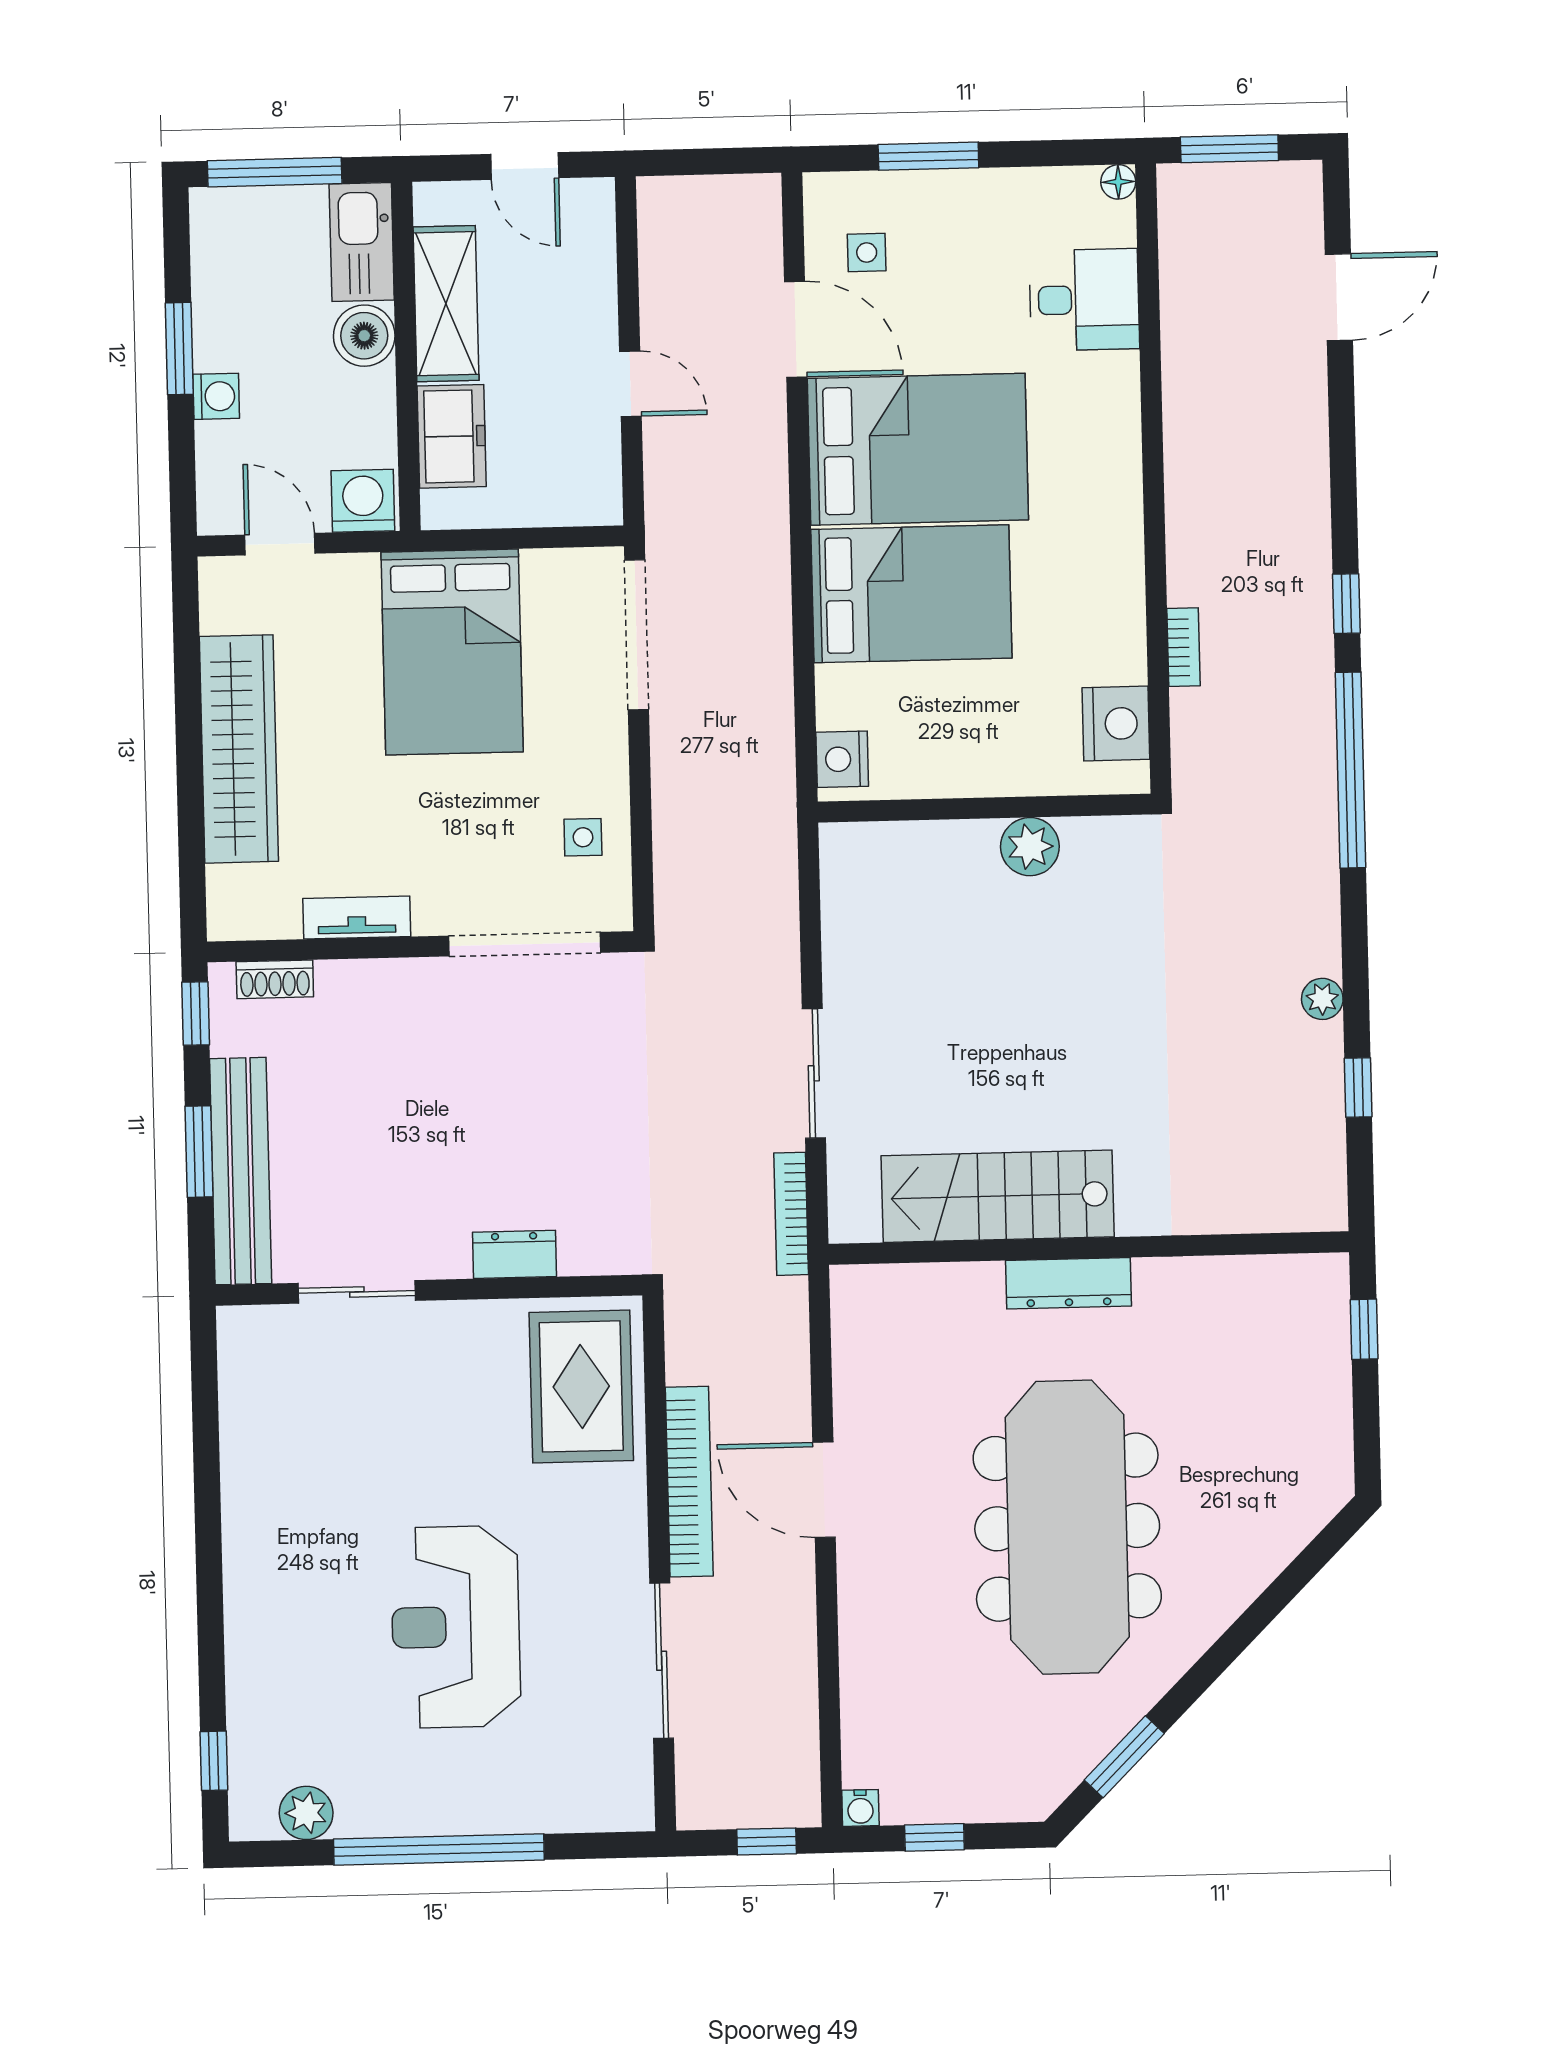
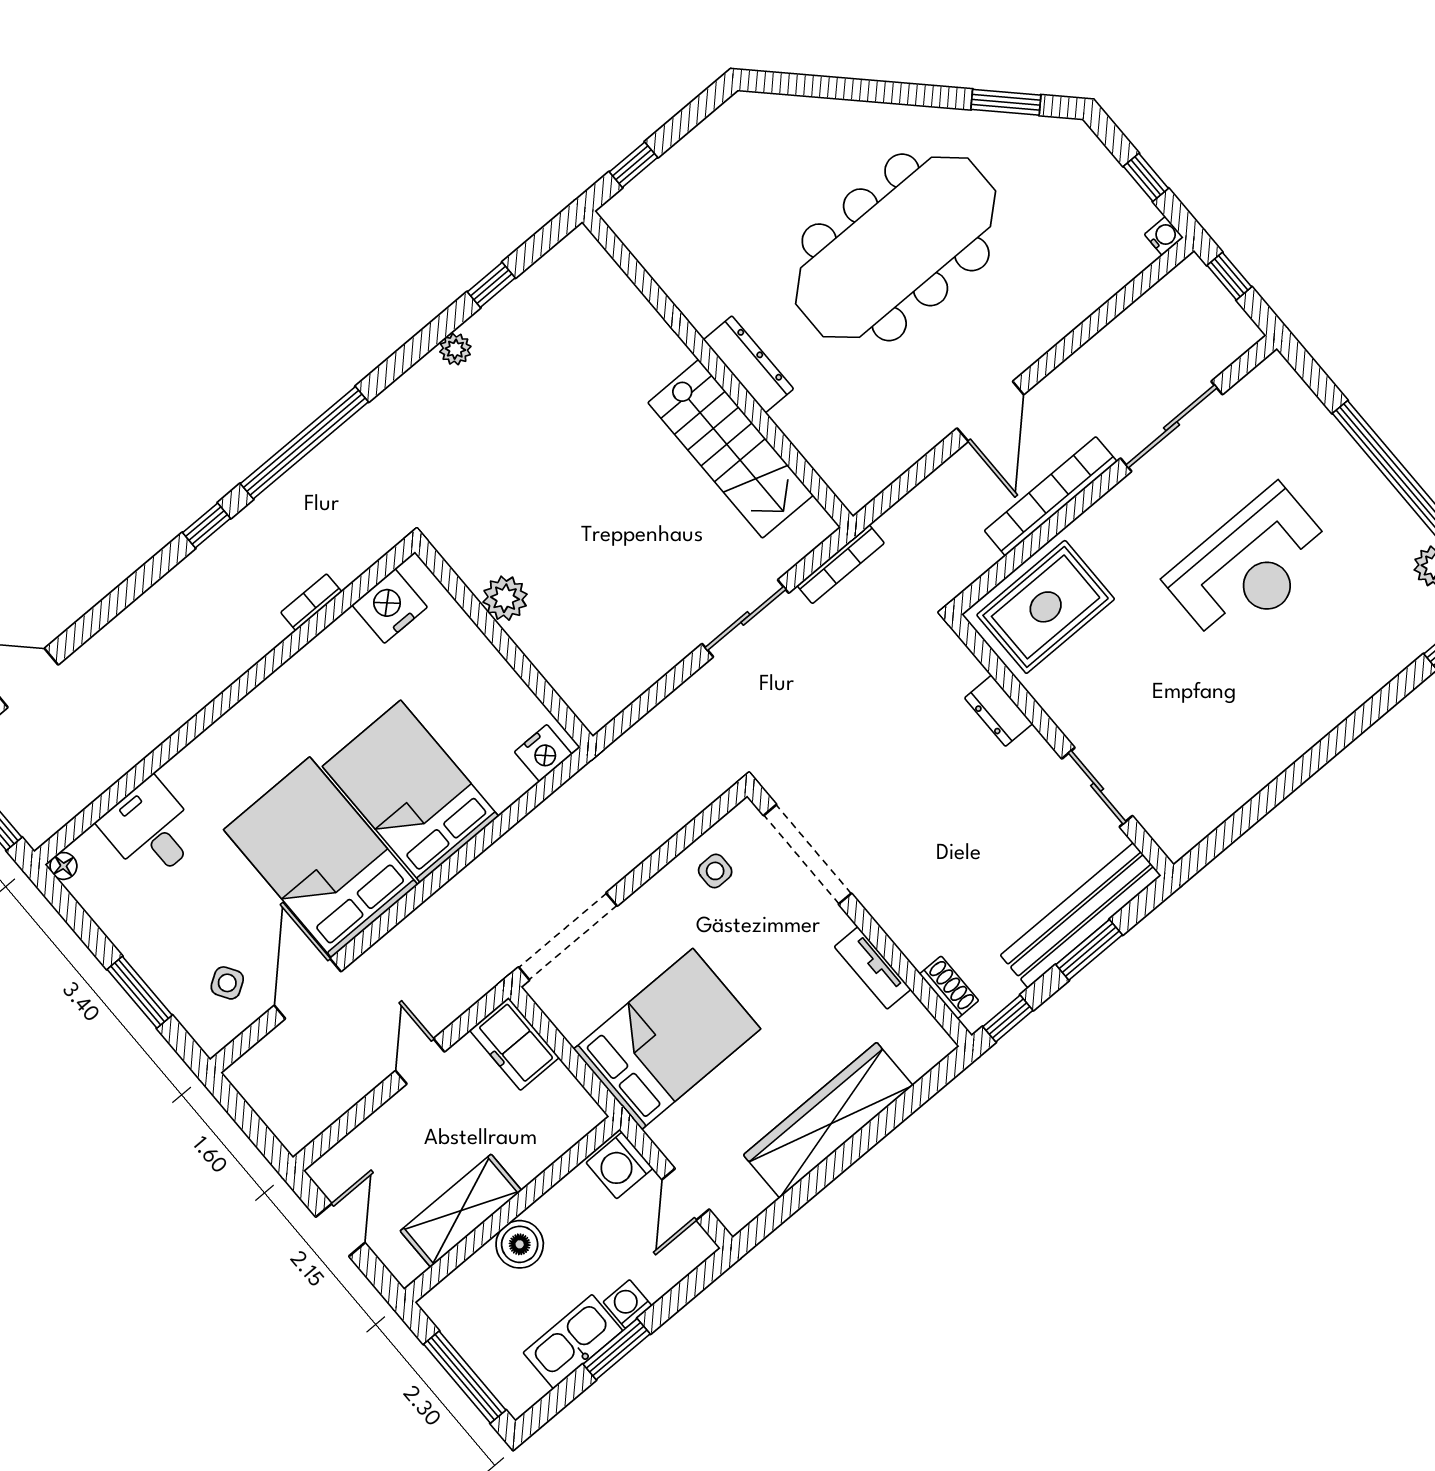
kitchen sink: (362, 242) -> (573, 1342), moved, turned 180
side table: (867, 252) -> (227, 983), turned -32
freezer: (452, 436) -> (515, 1044), moved, turned -90

